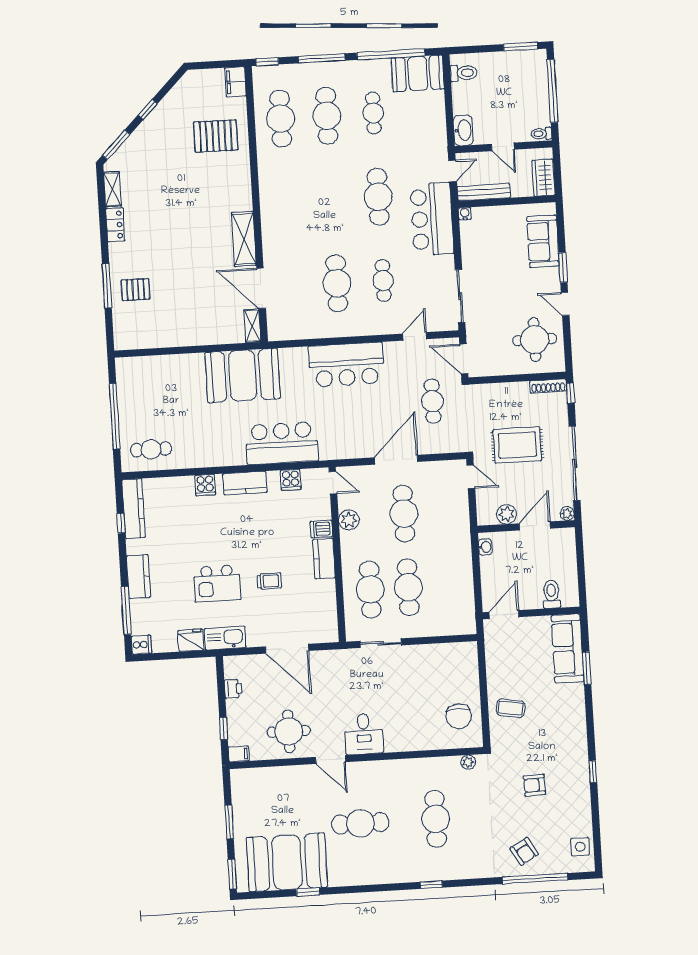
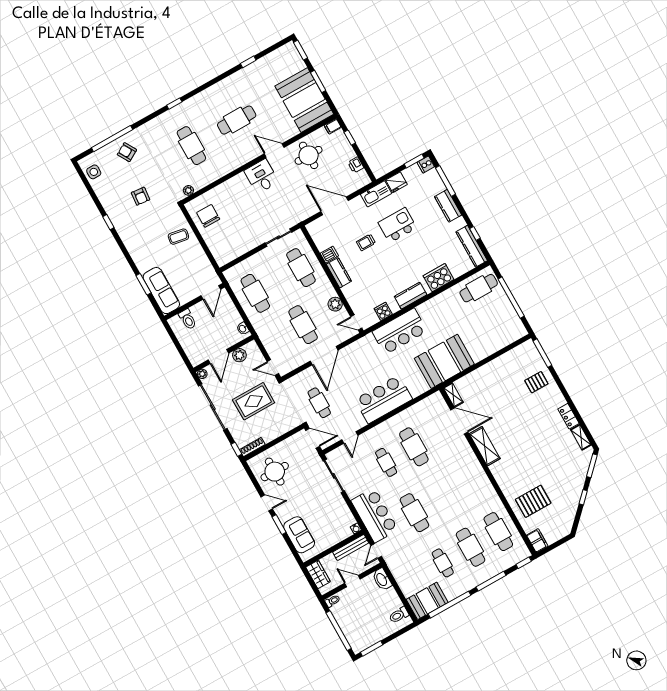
window: (107, 286) -> (542, 353), moved
cafe table: (151, 449) -> (479, 288), width x1.37, depth x1.35
cooker: (205, 485) -> (439, 278), width x1.87, depth x1.31
dishwasher: (321, 529) -> (329, 255), moved
cafe table: (408, 587) -> (255, 293), moved
window: (154, 657) -> (414, 161), added
armchair: (534, 785) -> (141, 196), turned 98
booth: (287, 862) -> (304, 100), moved, turned 90

